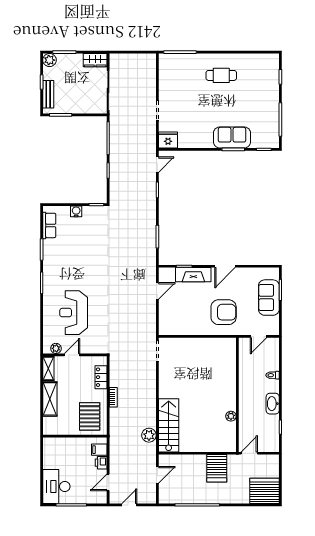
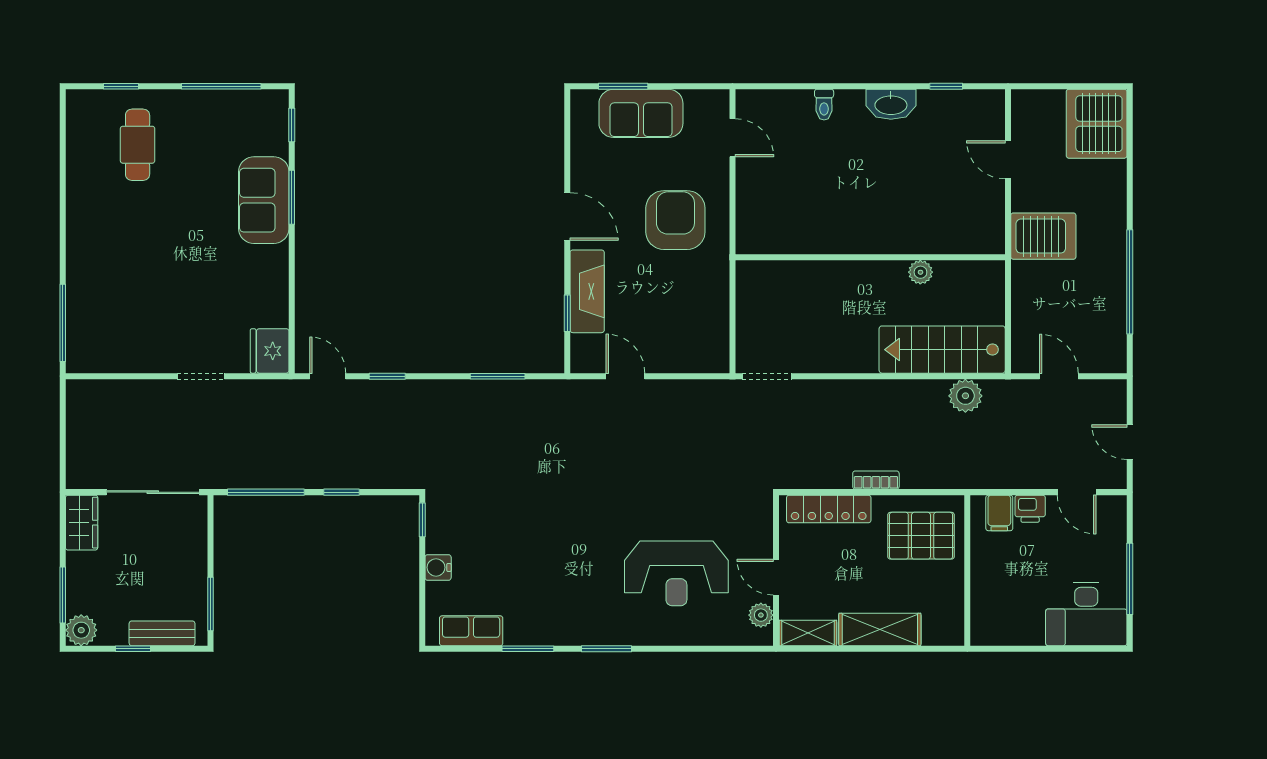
cafe table: (221, 75) -> (138, 145), moved
locker: (101, 377) -> (829, 509), width x1.53
wall: (237, 395) -> (870, 257), moved
plant: (231, 416) -> (920, 272), moved

